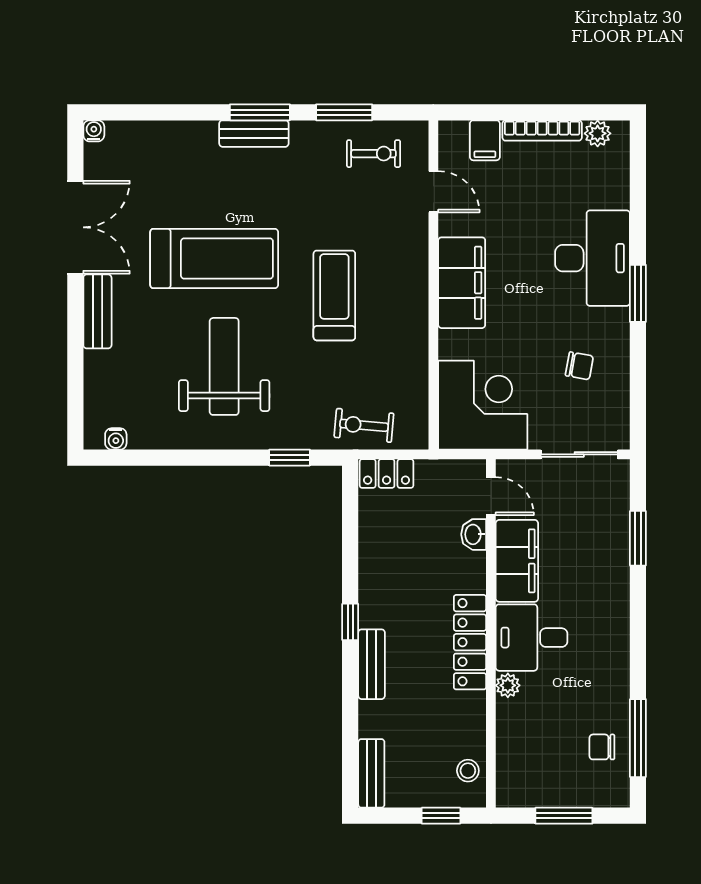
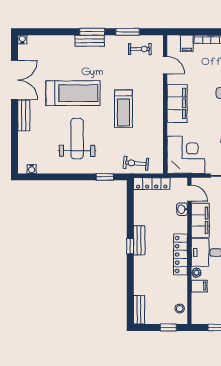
treadmill: (334, 295) -> (123, 109), turned 180
locker: (387, 474) -> (152, 184), width x1.53
bench: (372, 664) -> (139, 240), moved
filing cabinet: (514, 717) -> (199, 286), added

